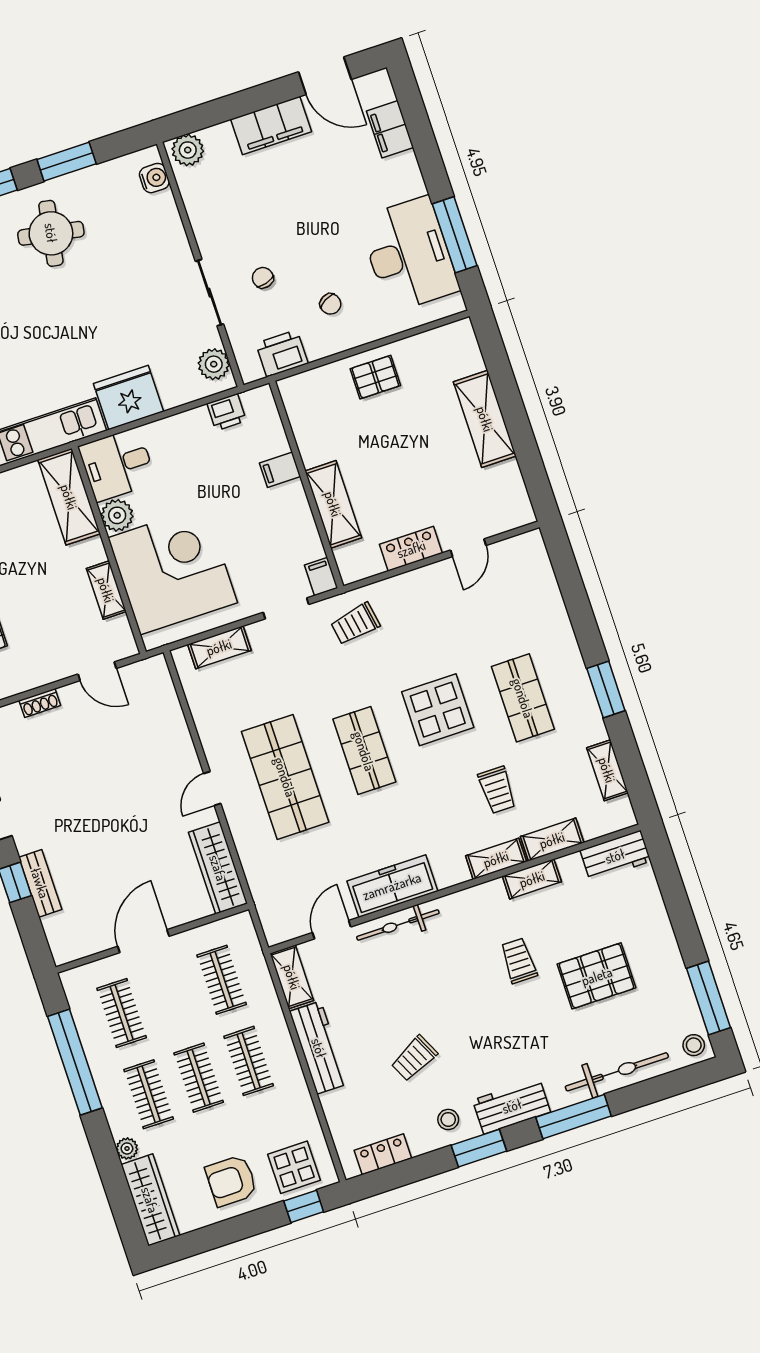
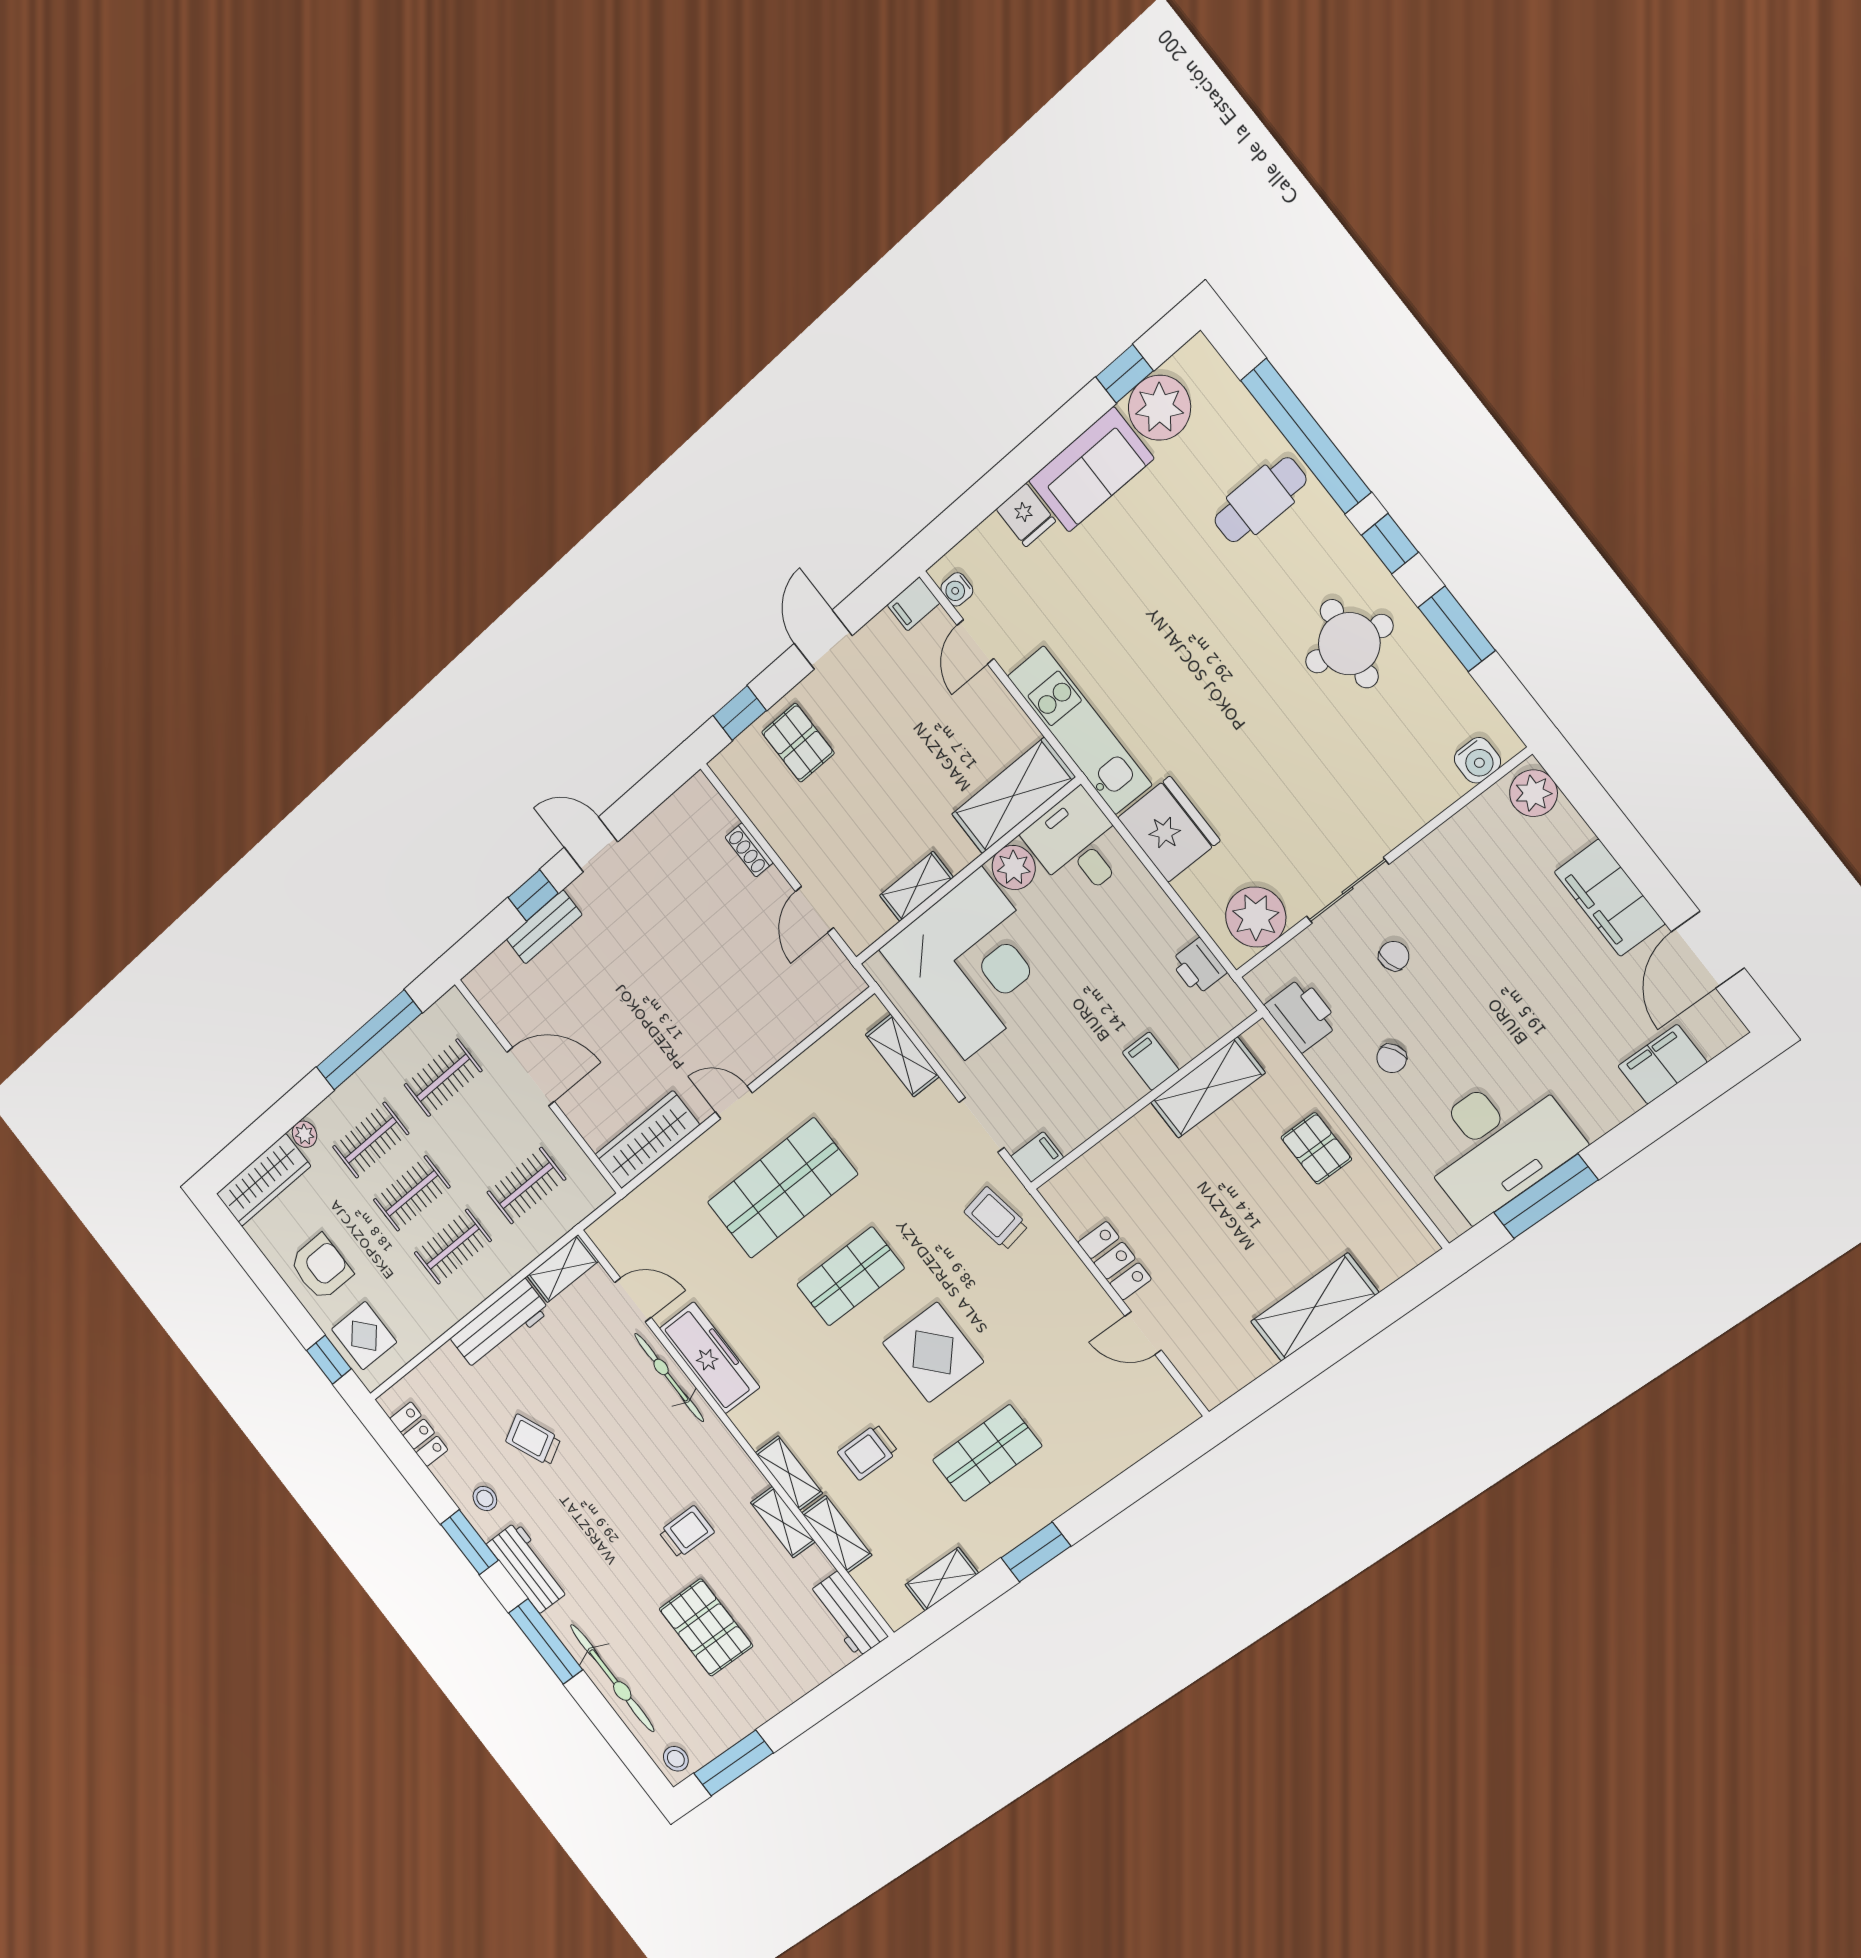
plant: (214, 364) -> (1256, 917), width x1.36, depth x1.36
shelving: (333, 504) -> (1208, 1088), moved
armchair: (231, 1181) -> (321, 1268), turned 90

